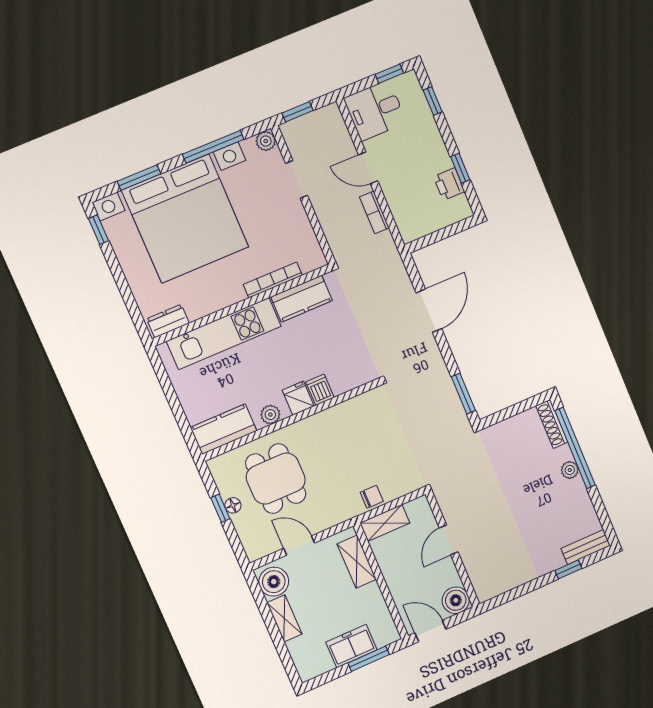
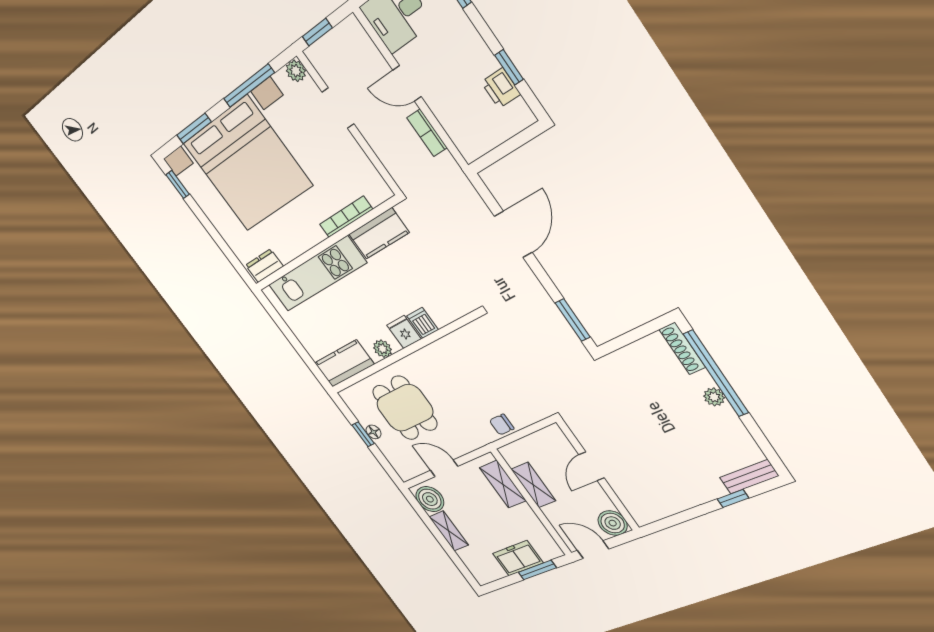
chair: (372, 497) -> (502, 425), turned 180
shelving: (385, 523) -> (533, 485), moved, turned 90

